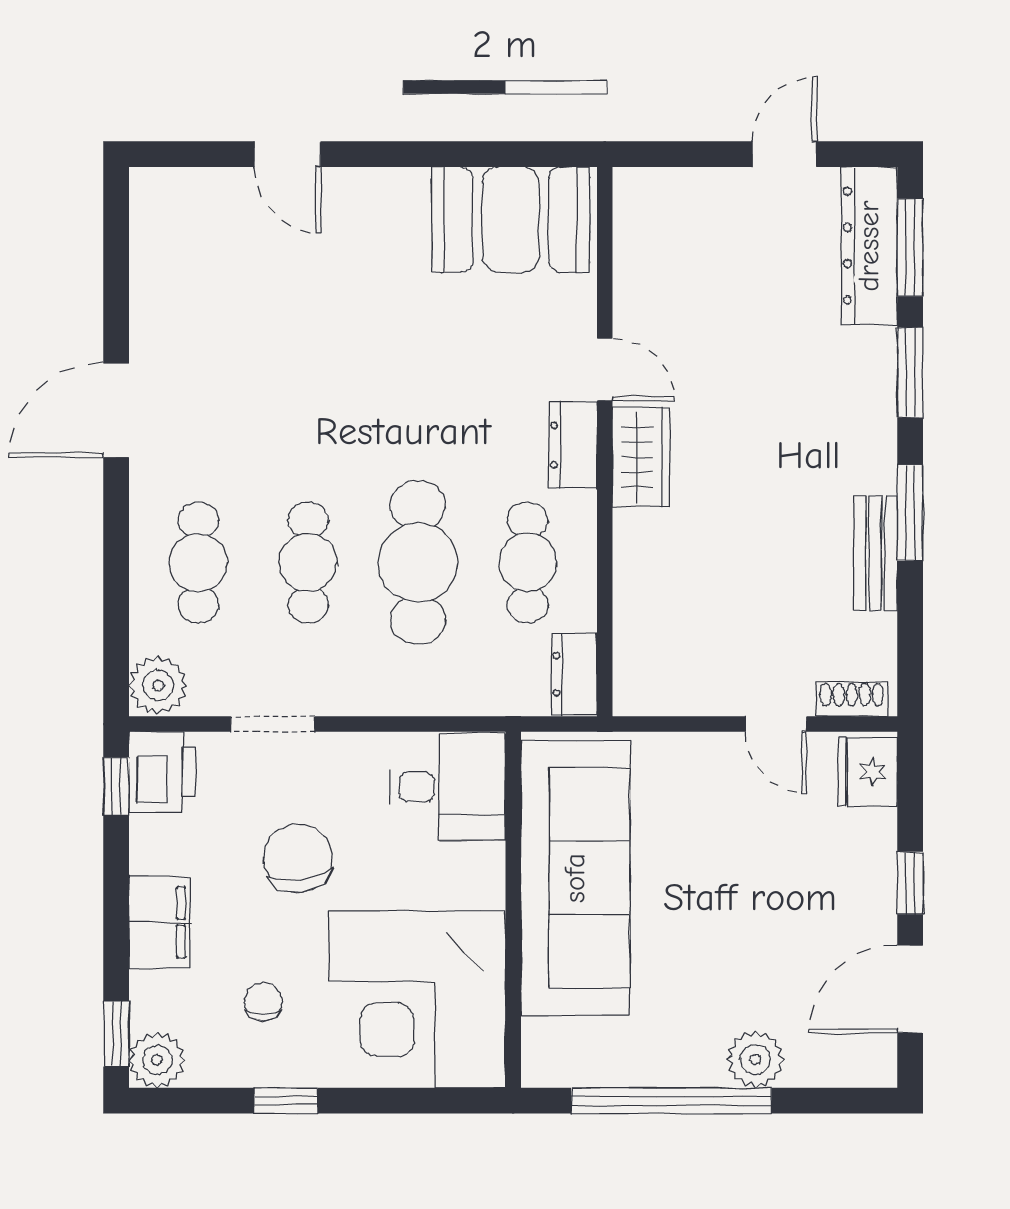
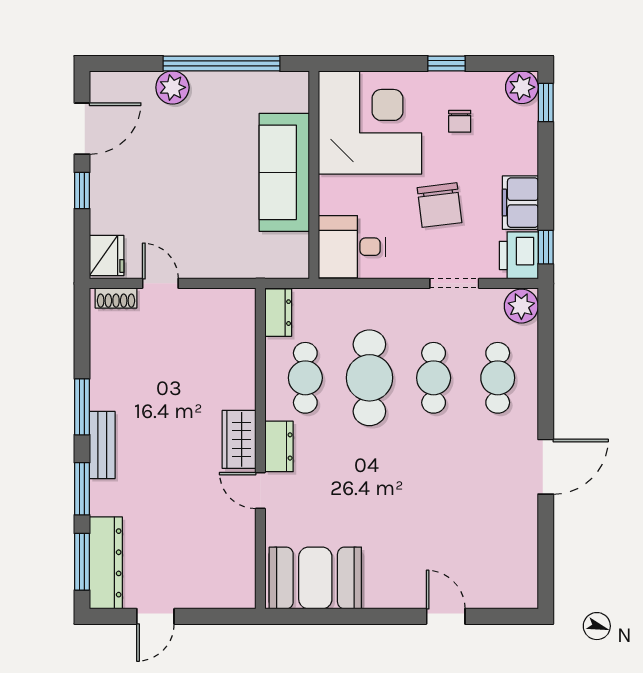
bench: (875, 553) -> (102, 445), moved
sofa: (575, 878) -> (284, 172), width x0.74, depth x0.79
filing cabinet: (160, 922) -> (520, 203), moved

